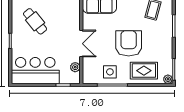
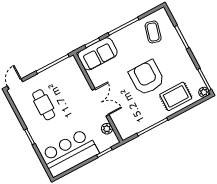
cafe table: (35, 21) -> (44, 105), turned 39
side table: (110, 72) -> (143, 115), removed

